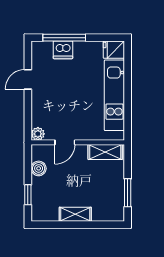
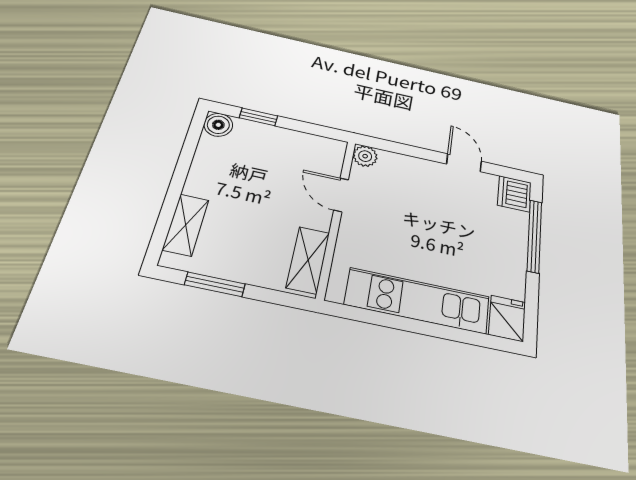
dishwasher: (63, 50) -> (514, 194), moved
boiler: (39, 168) -> (218, 125), moved
shelving: (75, 214) -> (186, 225), moved

